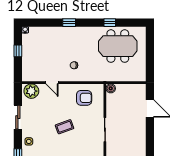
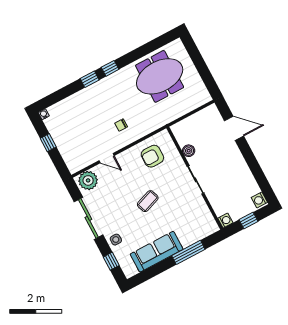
window: (110, 23) -> (110, 68), moved
boiler: (111, 88) -> (189, 151), moved
armchair: (84, 98) -> (152, 156), turned 180
sliding door: (18, 117) -> (88, 218), width x1.37

